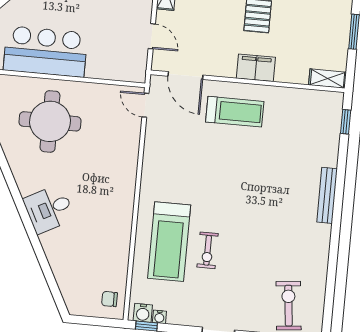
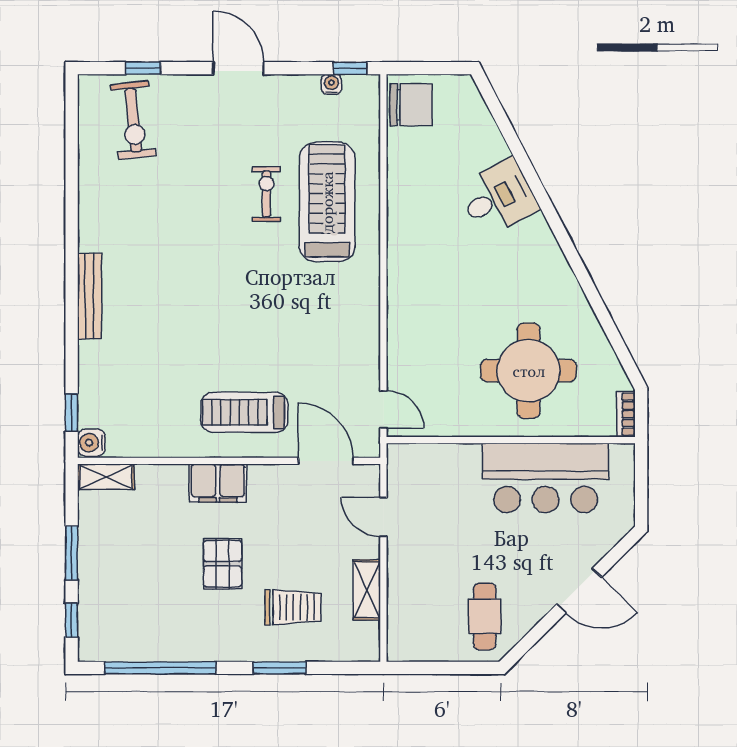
desk: (49, 209) -> (498, 198), moved
chair: (110, 299) -> (411, 105), width x1.87, depth x1.87
water cooler: (143, 313) -> (91, 443), moved, turned -90

